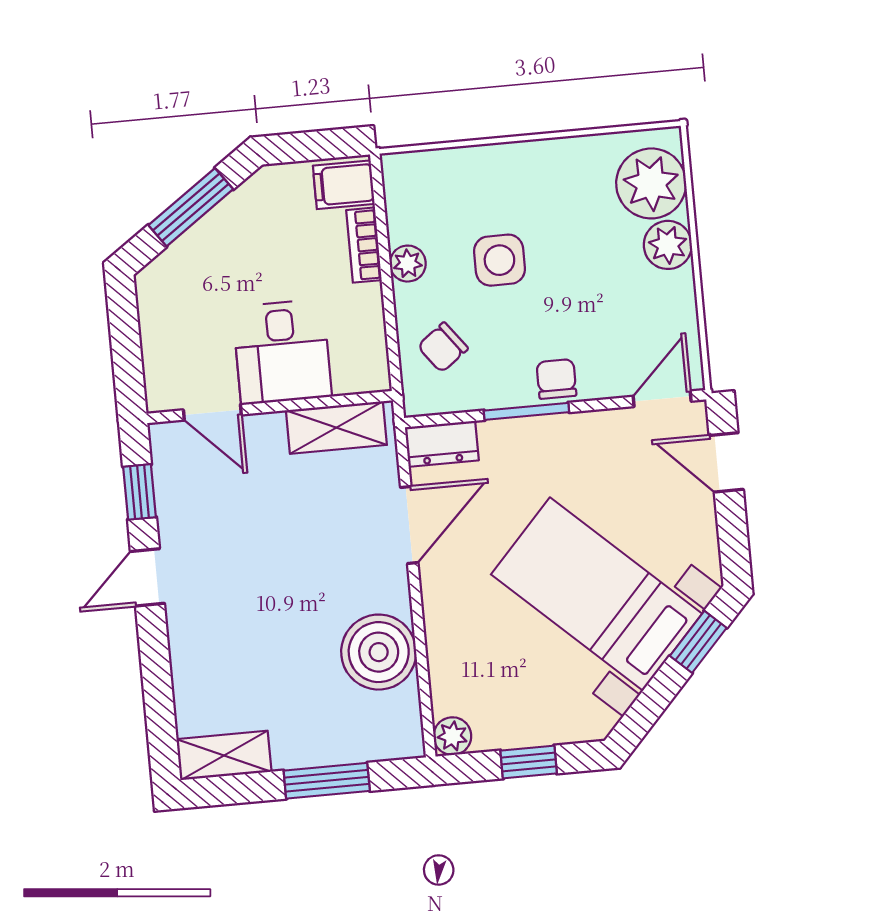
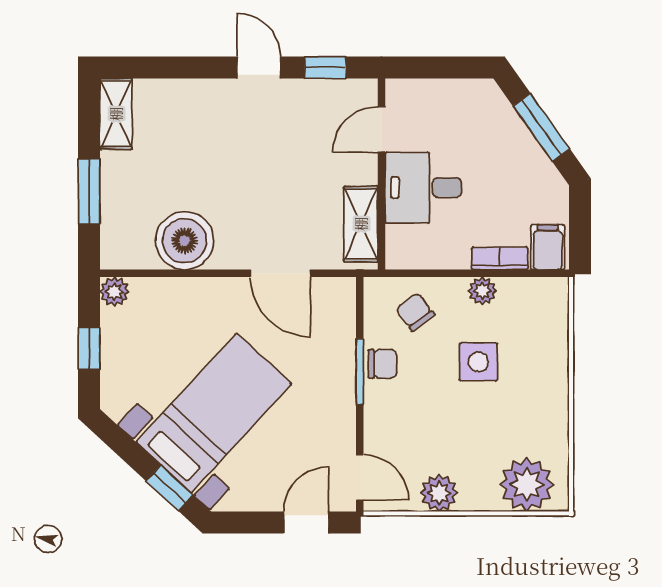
plant: (668, 245) -> (439, 493), moved
chair: (556, 379) -> (383, 364), moved
dresser: (442, 444) -> (341, 304), removed

